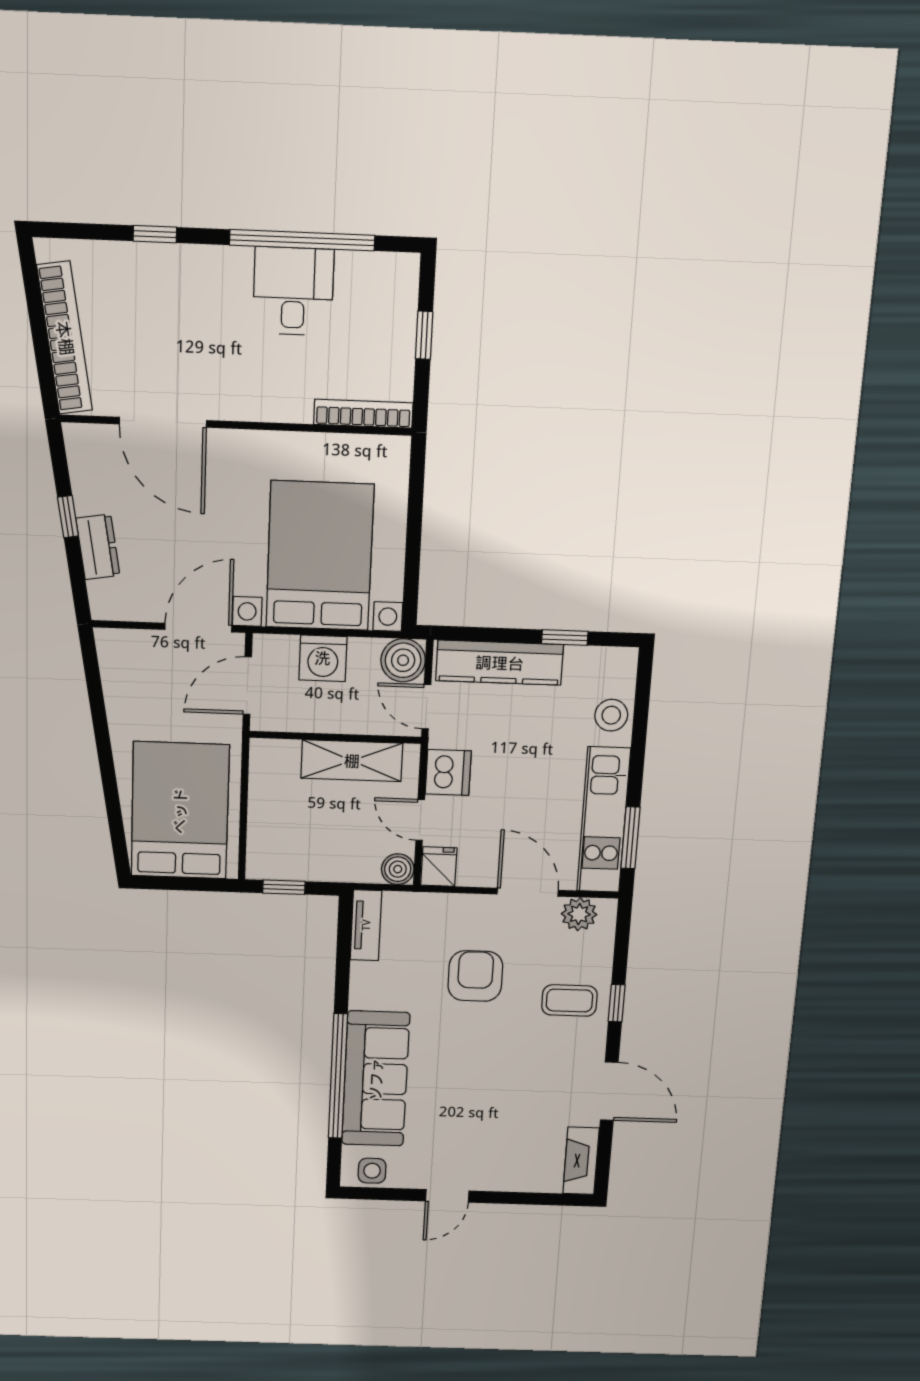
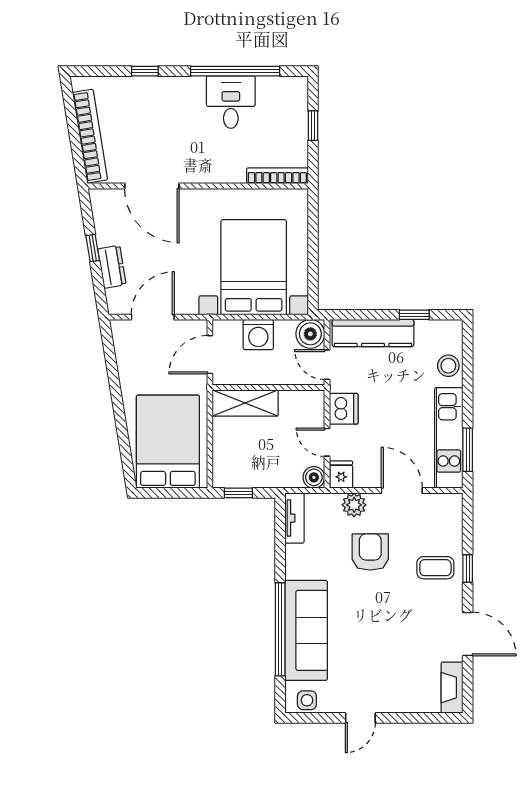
door: (198, 628) -> (153, 317), moved
shelving: (352, 761) -> (245, 403), moved
plant: (579, 914) -> (354, 505), moved

